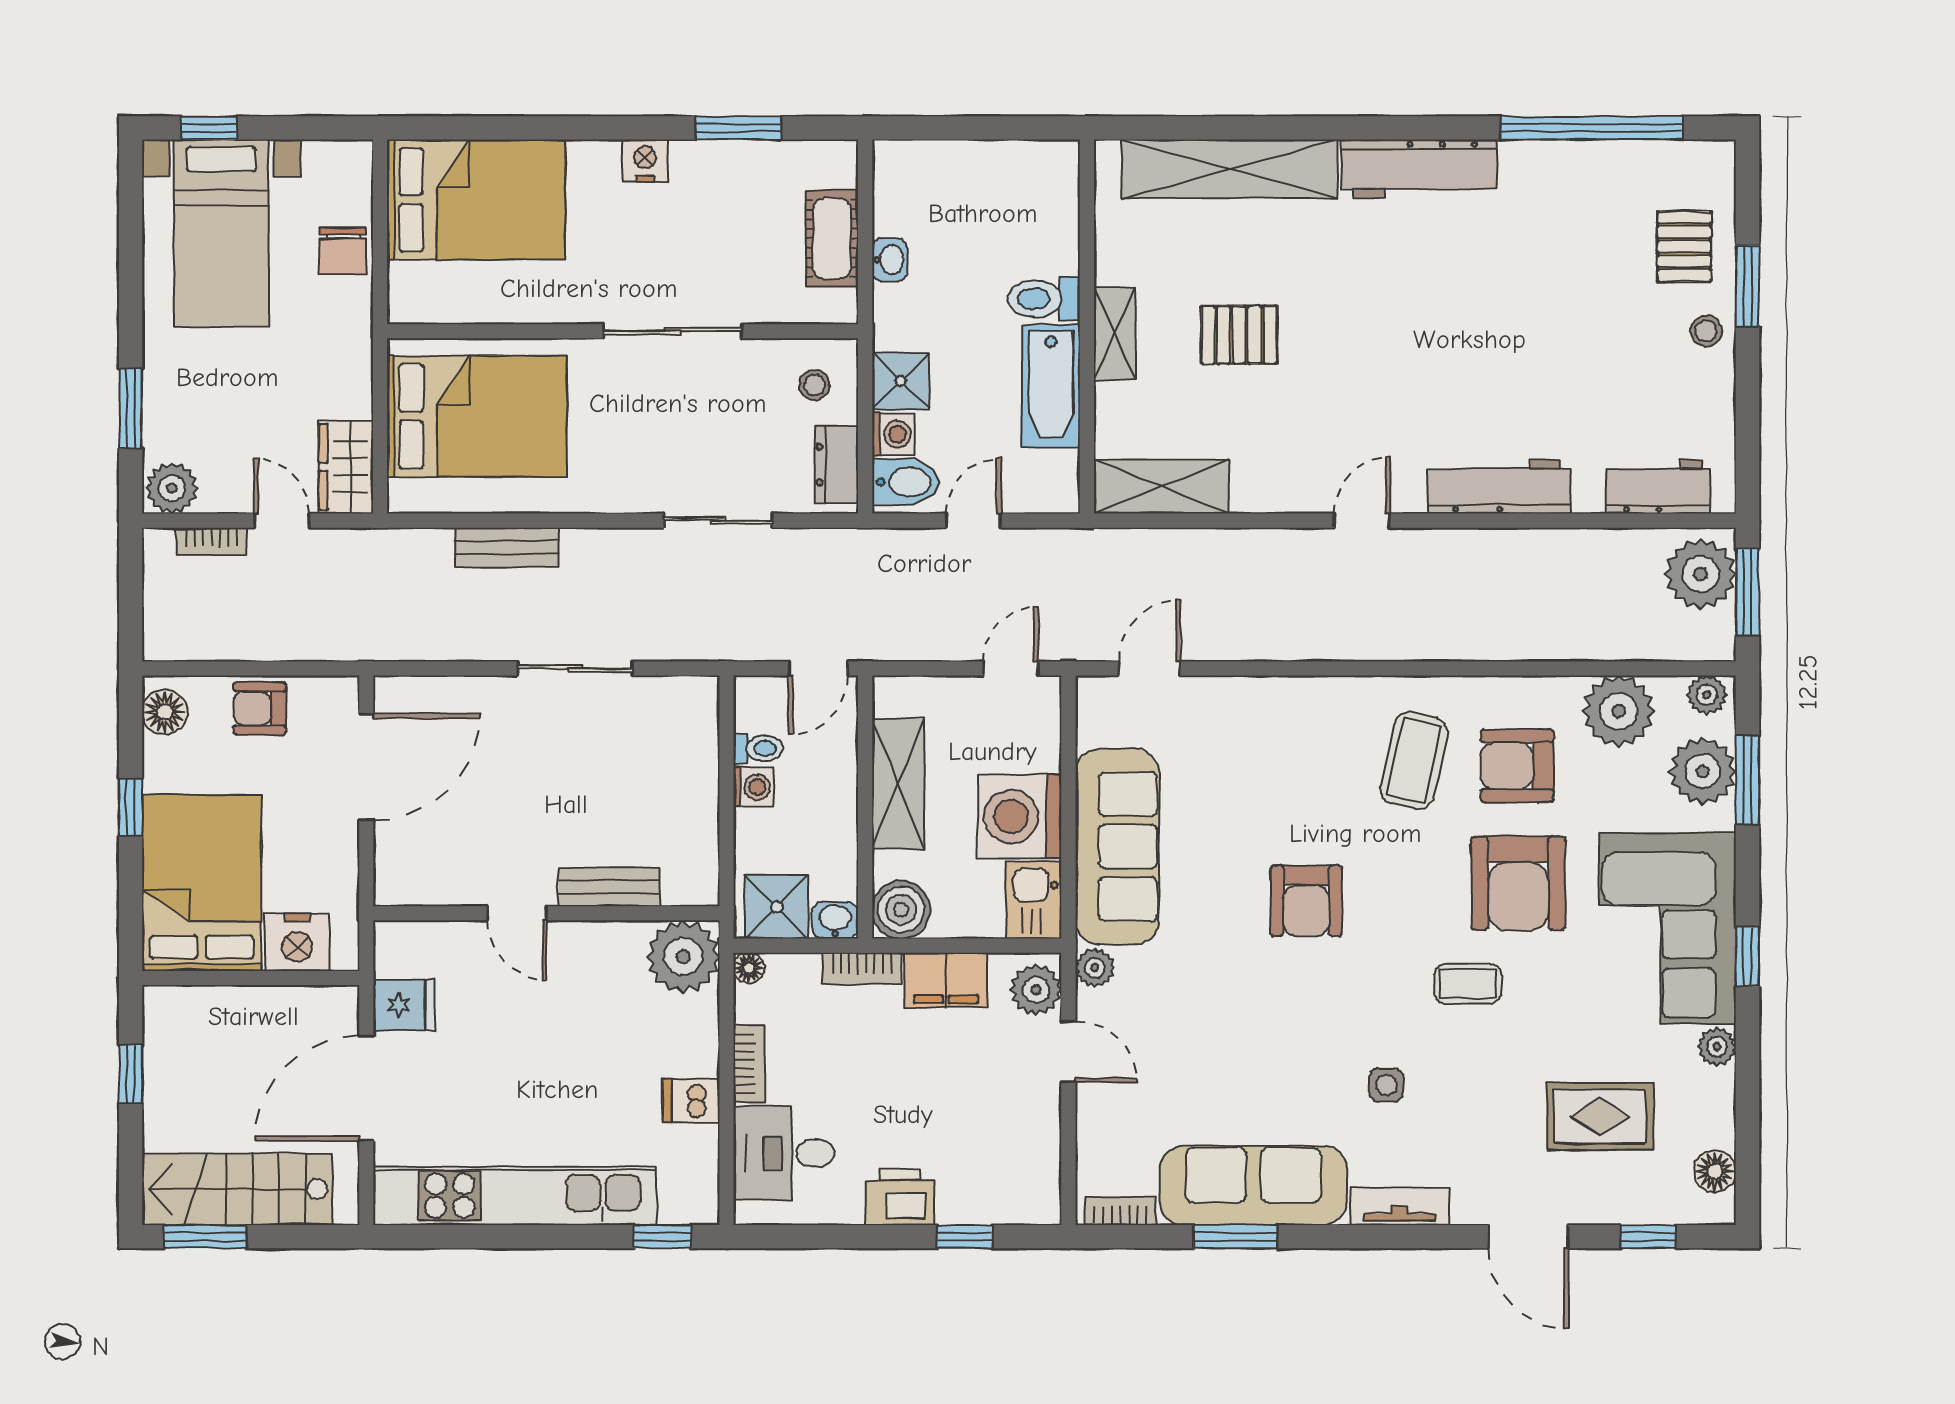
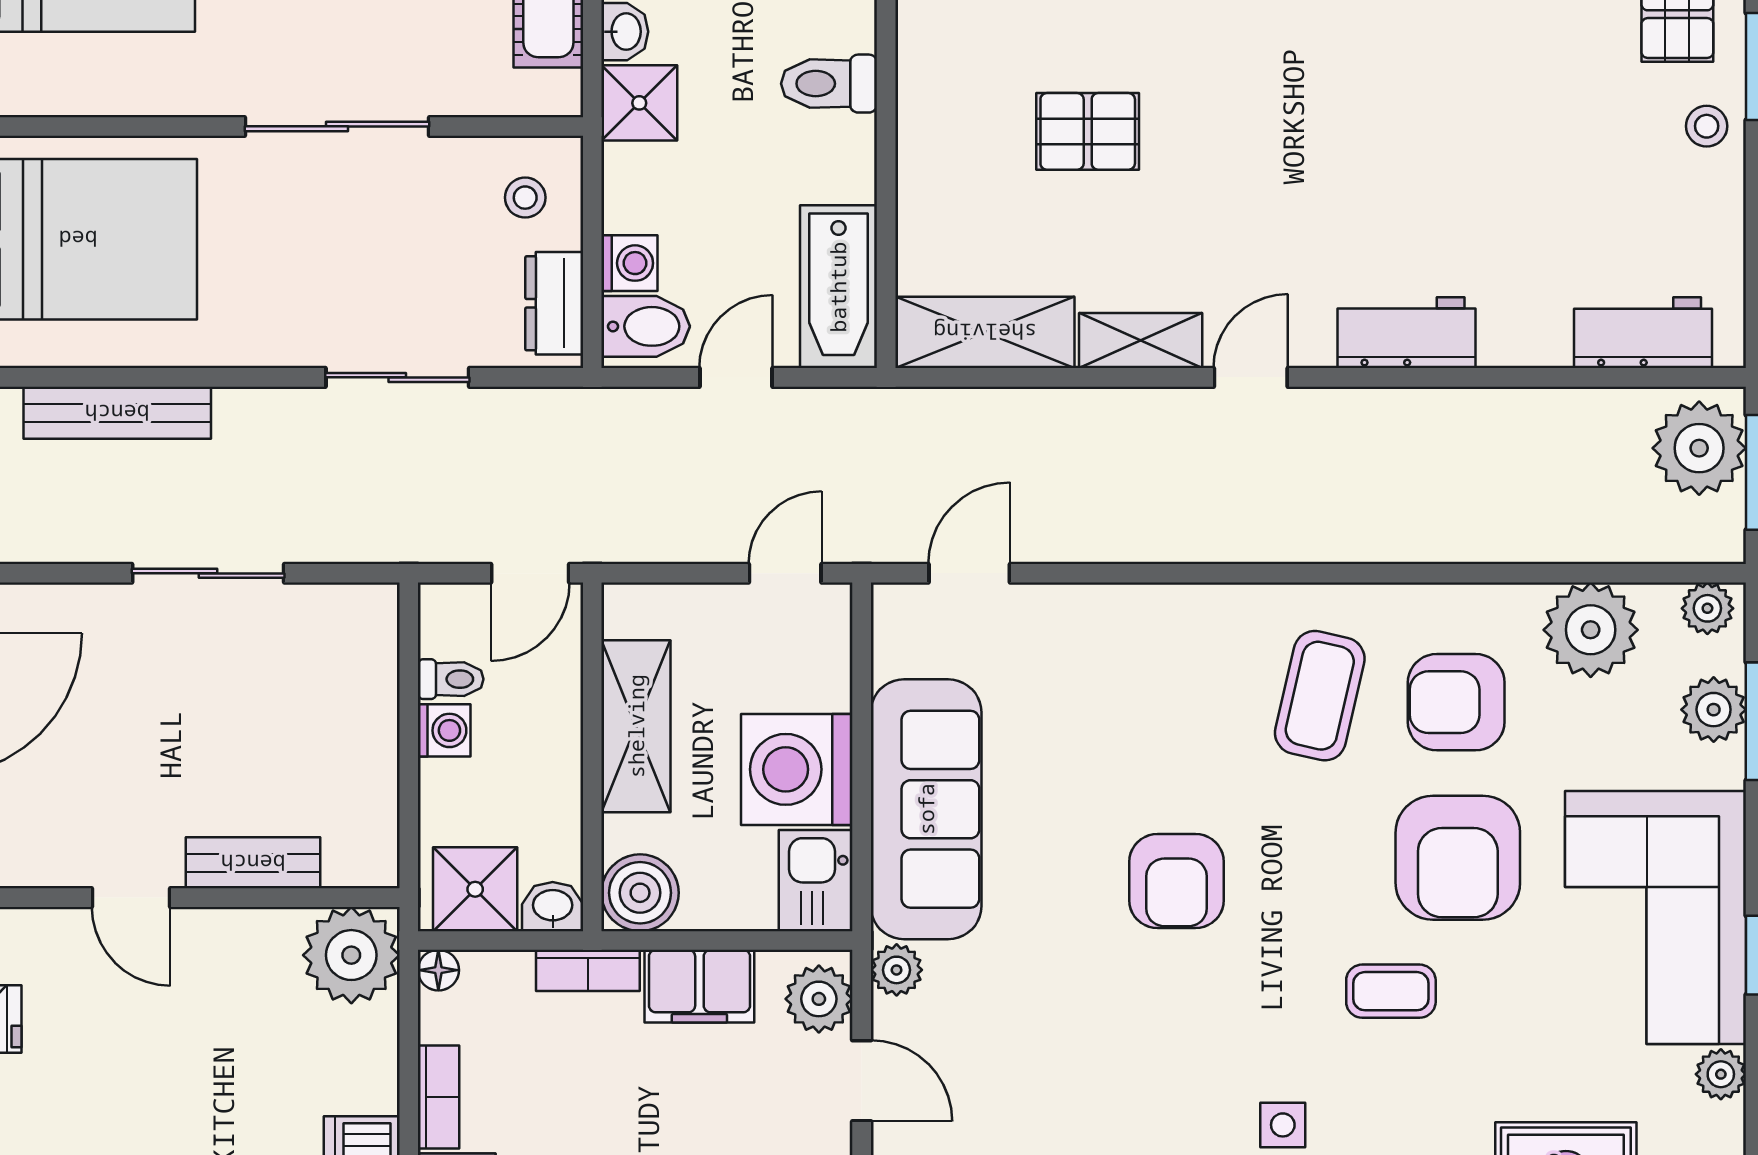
shelving: (1115, 334) -> (1141, 341), moved, turned 90
shower: (901, 381) -> (639, 103), moved
bathtub: (1051, 386) -> (838, 287), moved
workbench: (1499, 487) -> (1407, 333), width x0.73
bench: (507, 547) -> (117, 413), width x1.36
plant: (1703, 771) -> (1714, 710), width x0.73, depth x0.73

